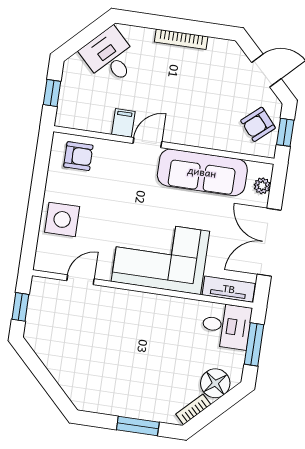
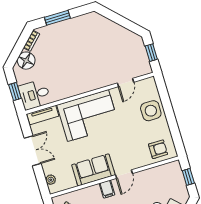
filing cabinet: (123, 123) -> (107, 189), moved
armchair: (78, 156) -> (158, 149), turned 180
sofa: (202, 172) -> (93, 170), width x0.73
double door: (269, 242) -> (33, 151), width x0.73
window: (254, 344) -> (15, 91), width x0.67

